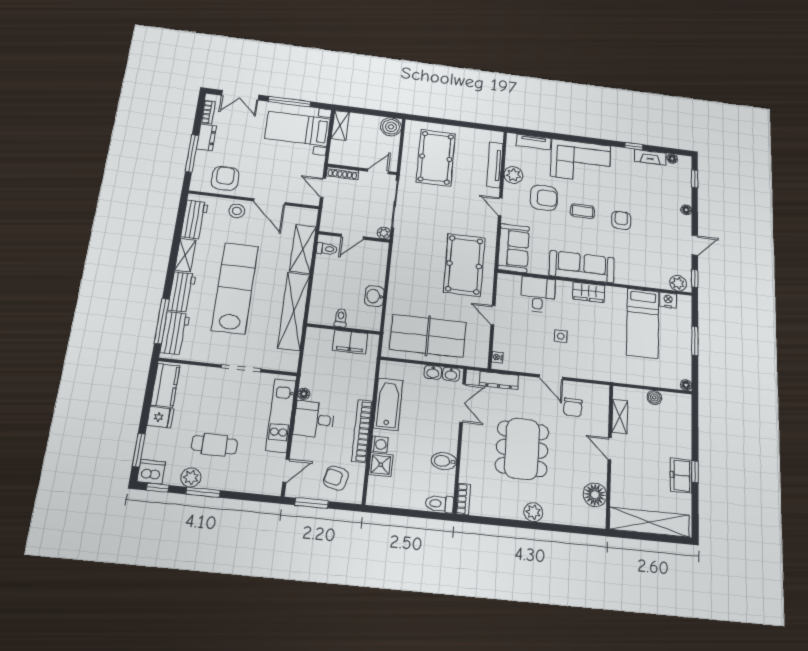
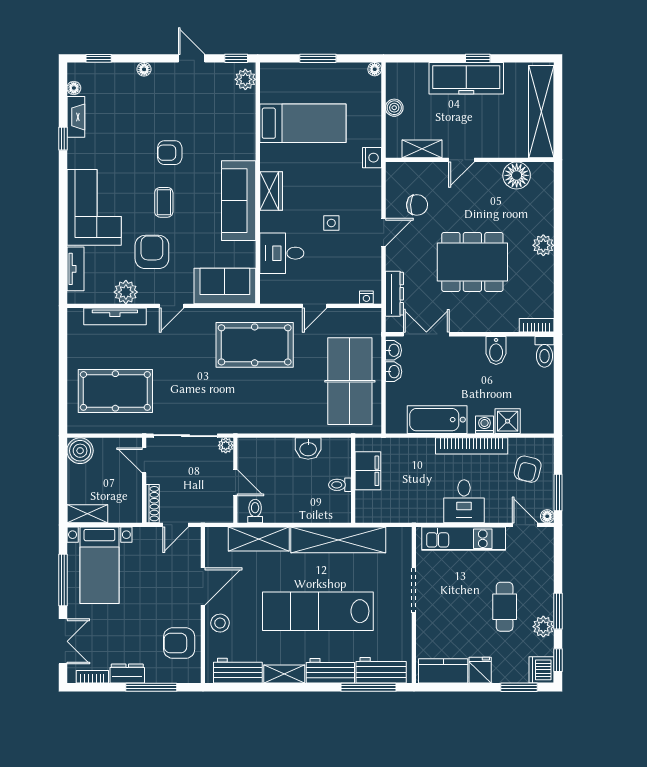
nightstand: (668, 300) -> (372, 158), moved, turned 180
floor lamp: (304, 394) -> (547, 516), moved
freezer: (681, 475) -> (466, 78), width x1.91, depth x1.26

